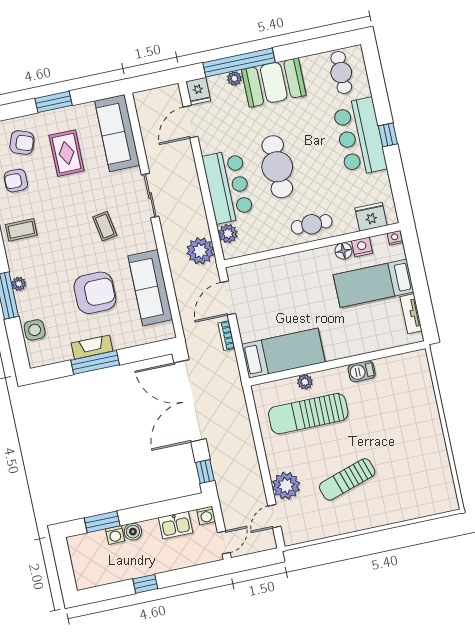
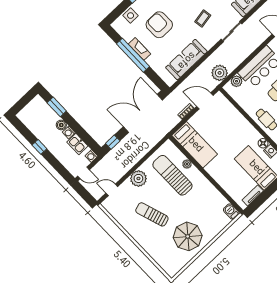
armchair: (95, 293) -> (159, 25), moved, turned 180
window: (95, 362) -> (133, 55), width x1.46
barbecue: (362, 371) -> (231, 212), moved
parasol: (412, 447) -> (188, 236), added
plant: (286, 486) -> (138, 178), moved
washing machine: (115, 535) -> (69, 132), moved

